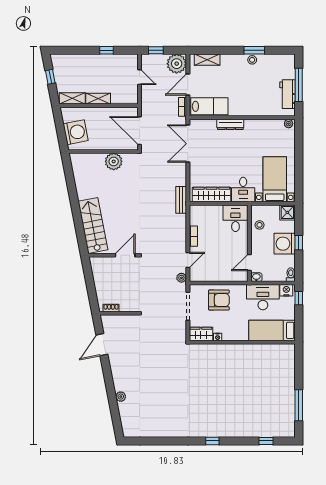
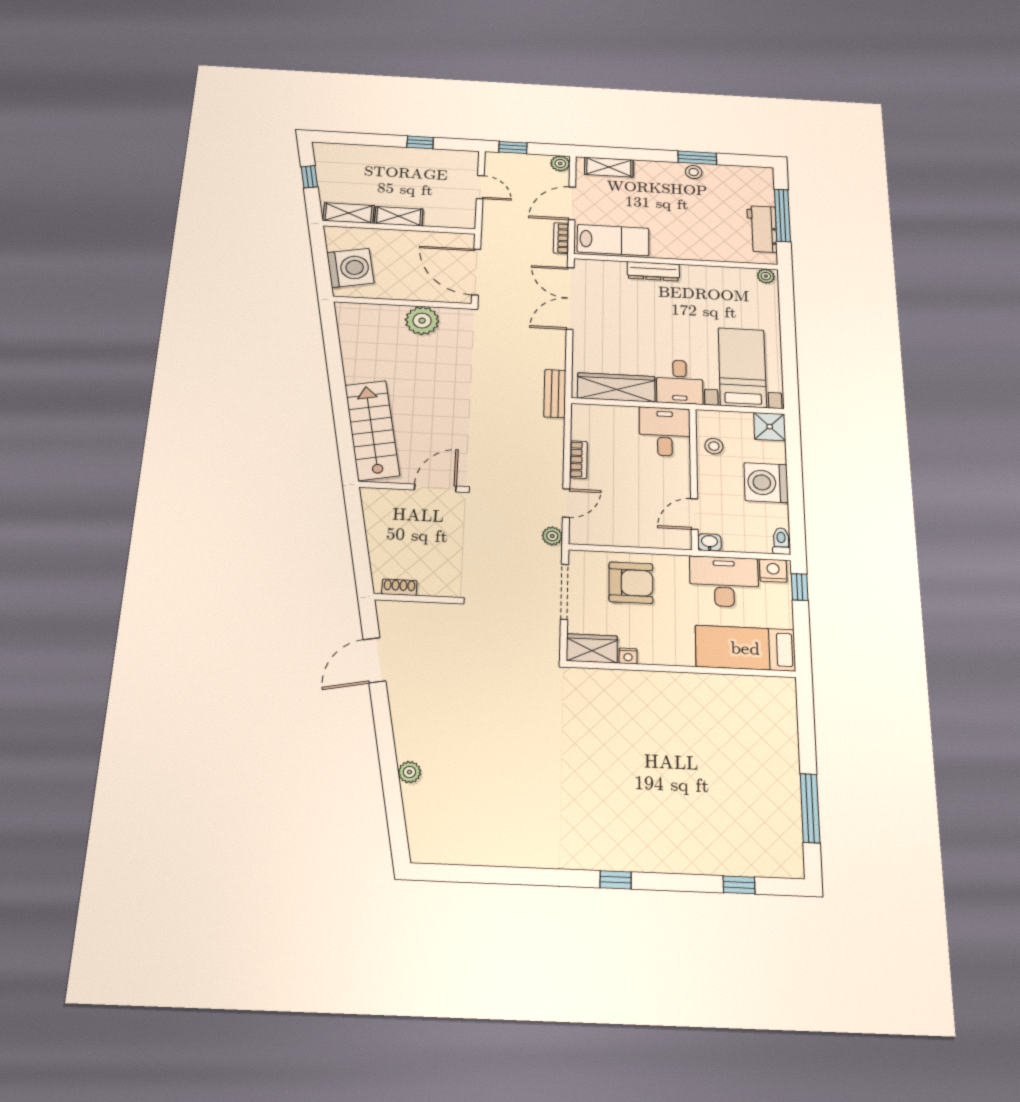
plant: (177, 64) -> (560, 163), width x0.53, depth x0.53
window: (299, 243) -> (795, 482), removed

